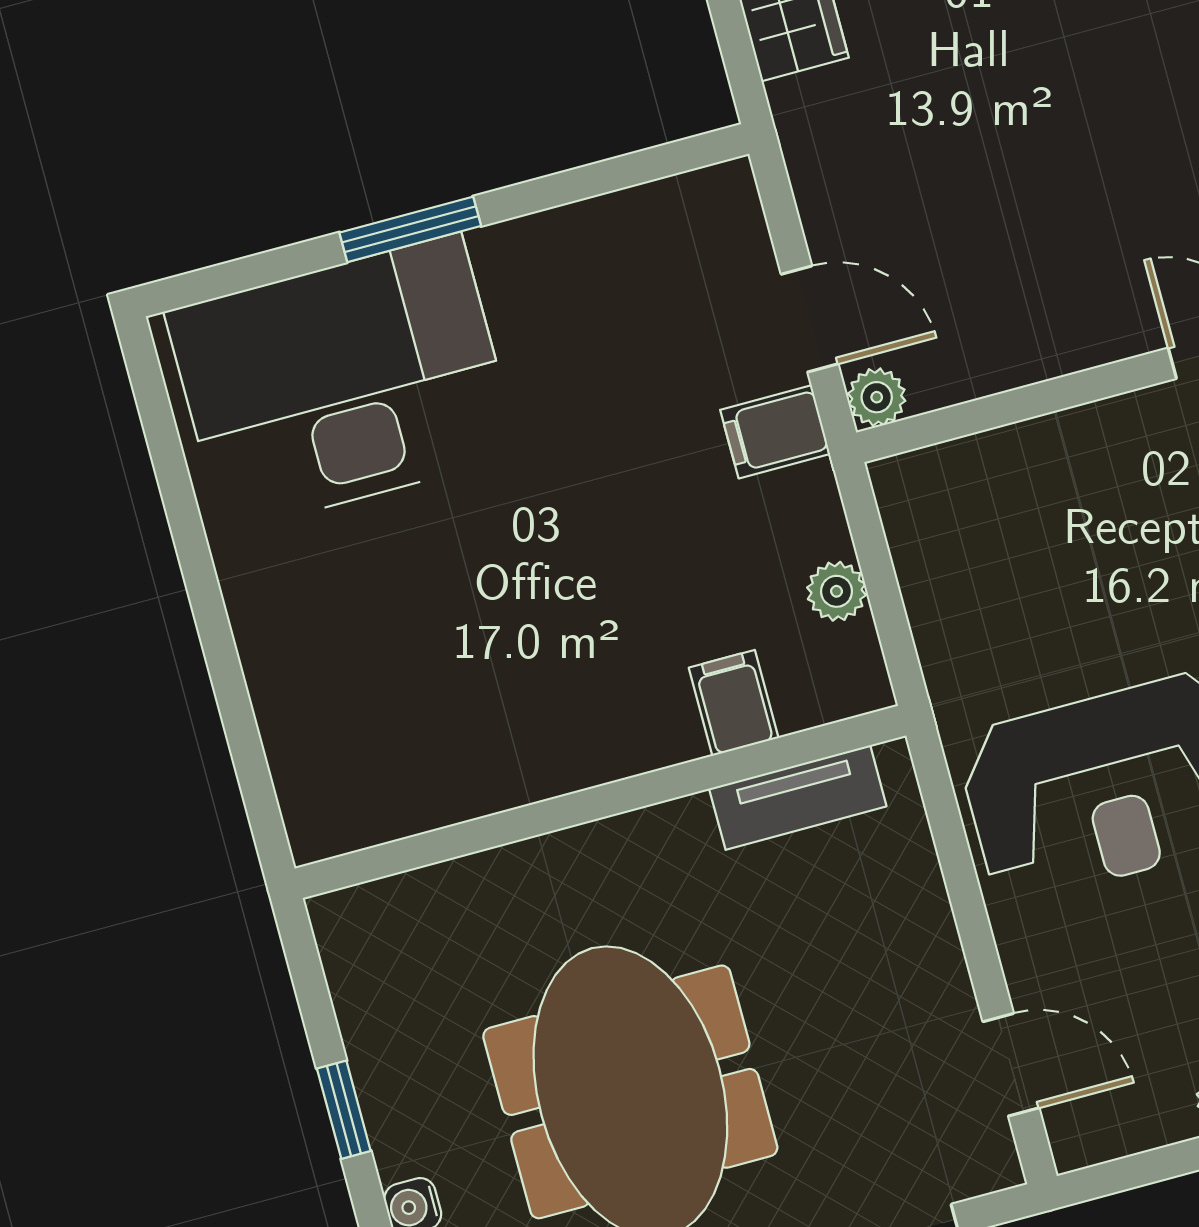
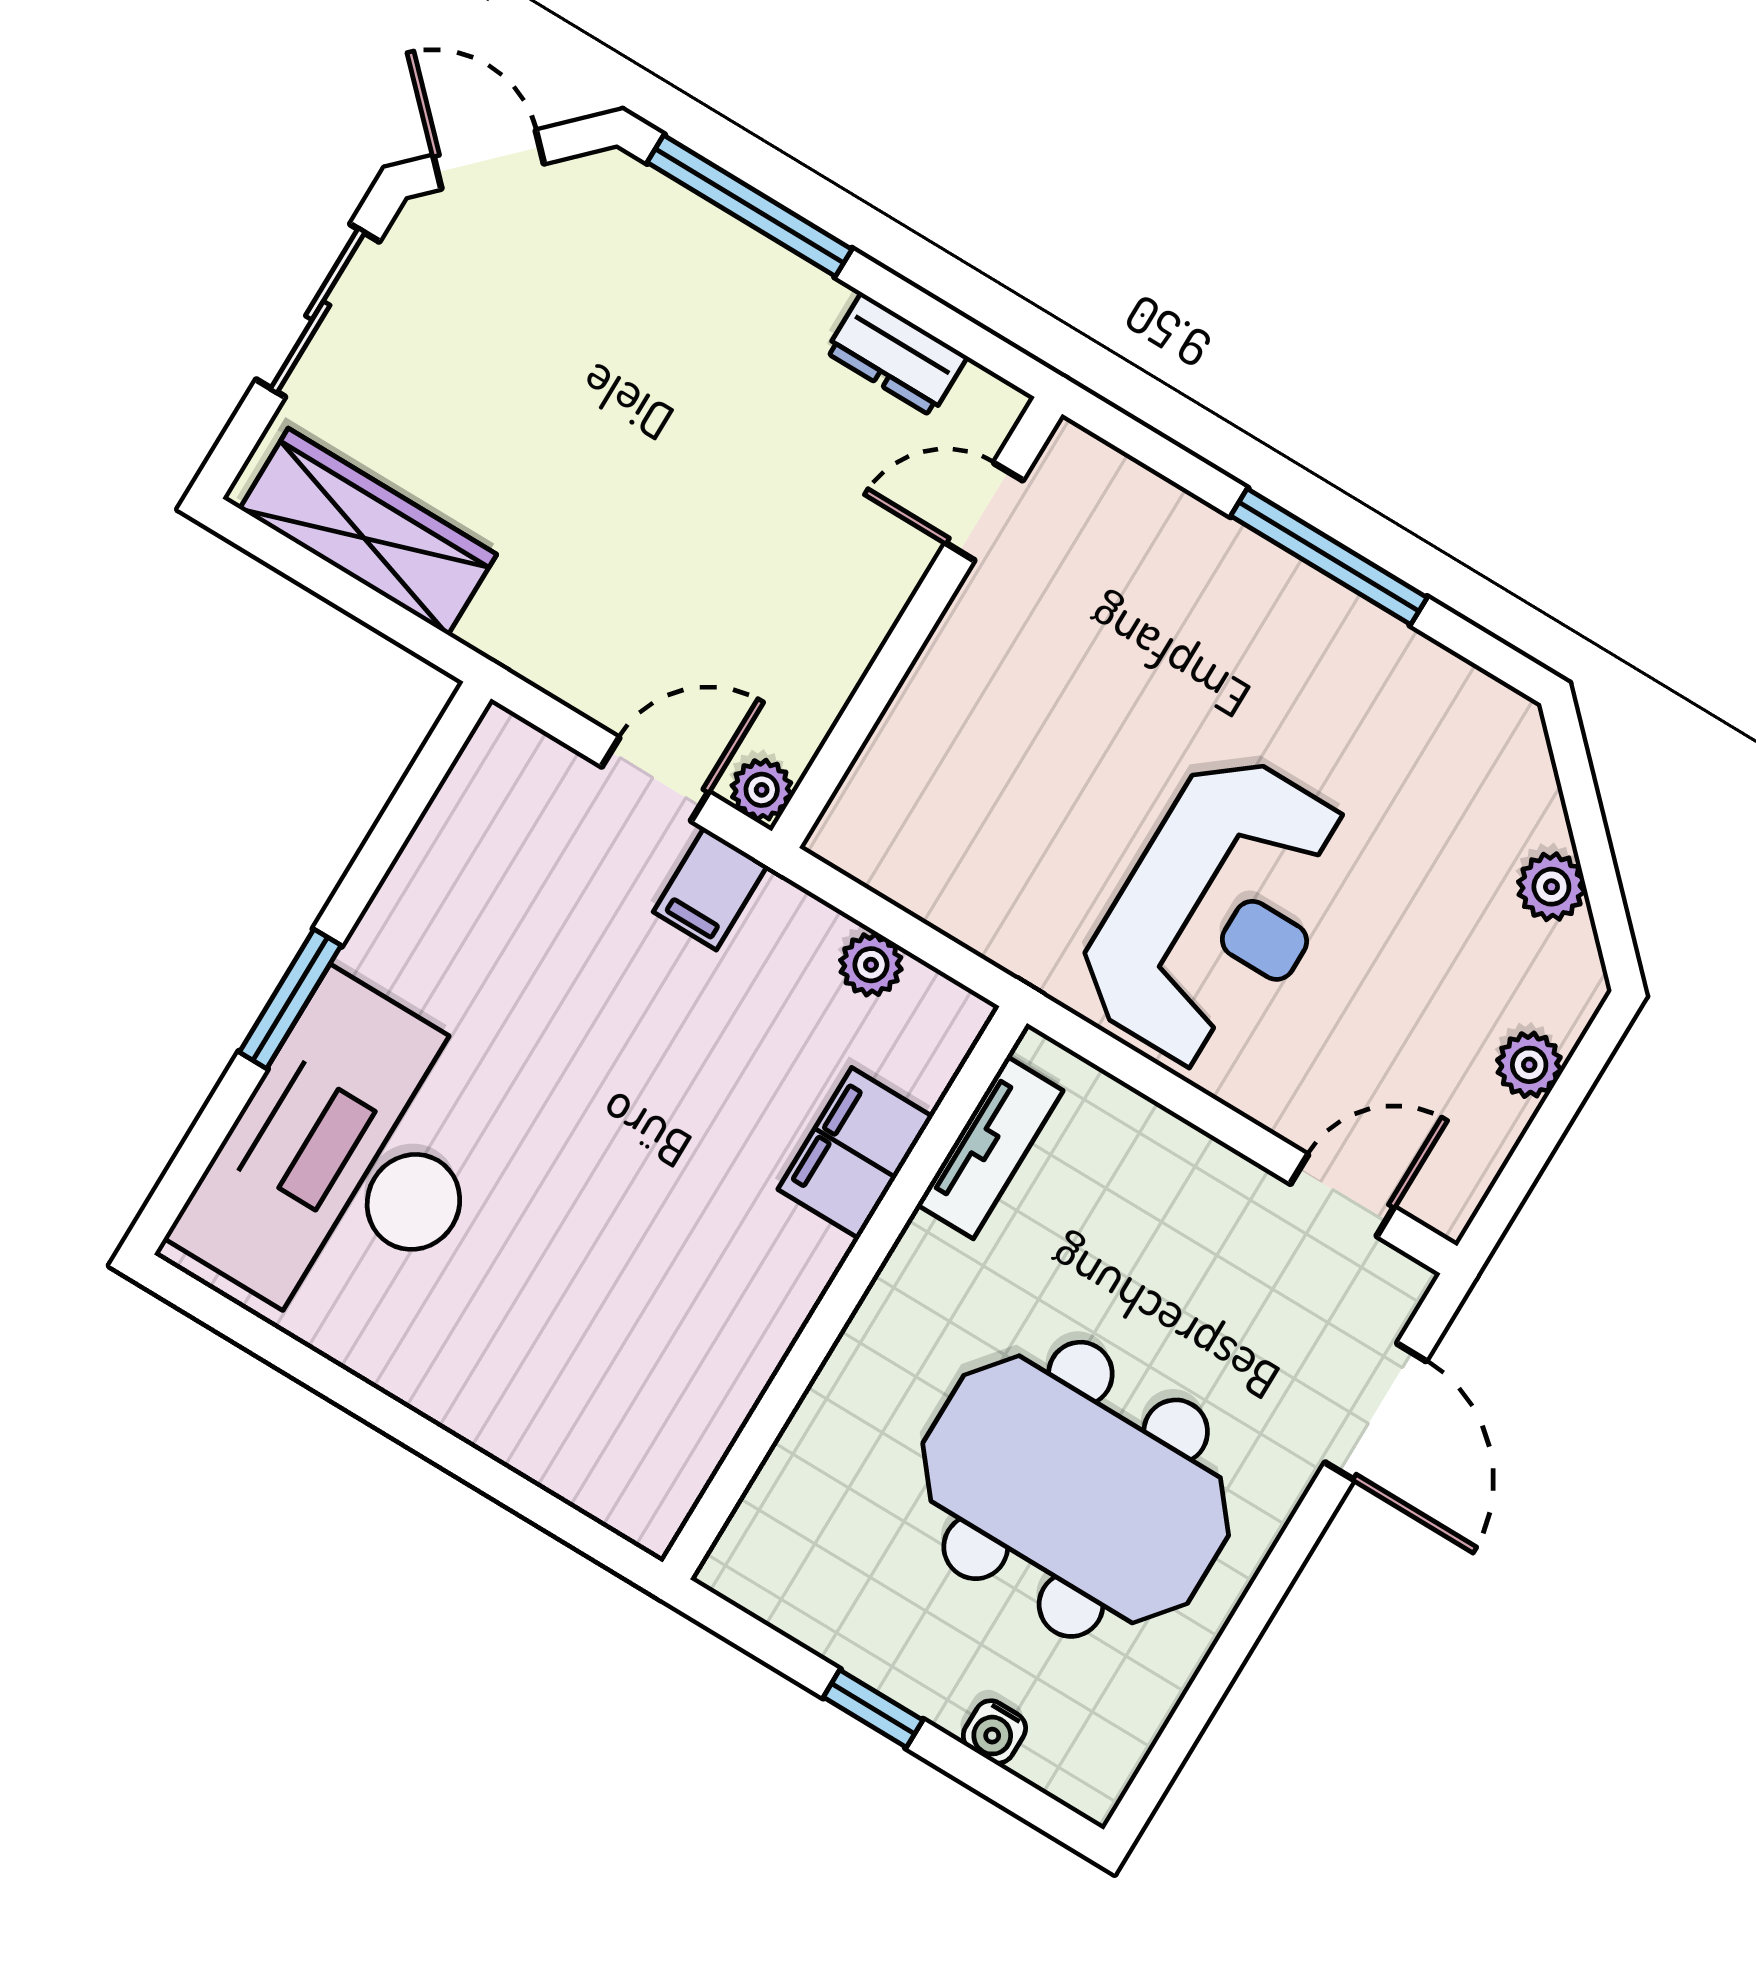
filing cabinet: (734, 703) -> (855, 1153), width x2.00

